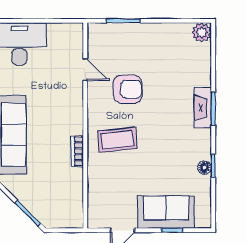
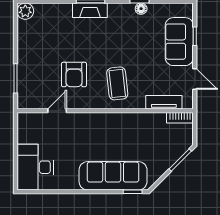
armchair: (128, 89) -> (74, 75), turned 180
bookcase: (77, 151) -> (180, 118), moved
tv unit: (95, 194) -> (164, 102), added

